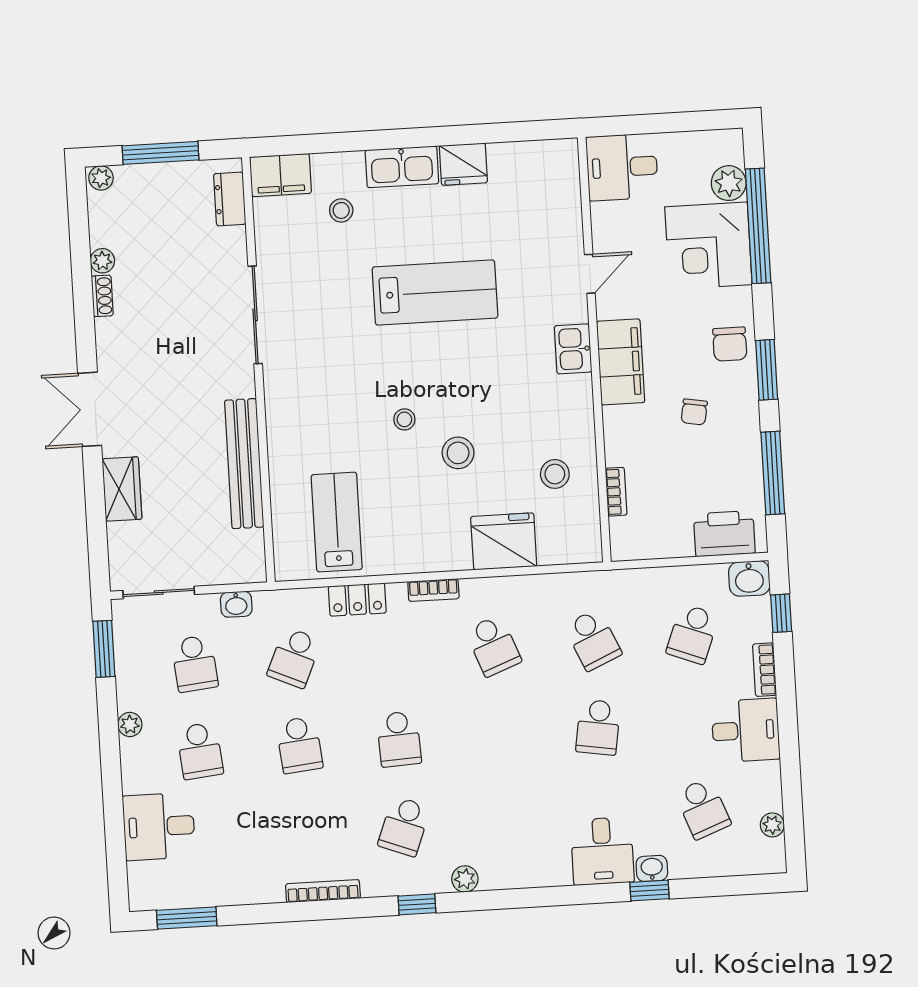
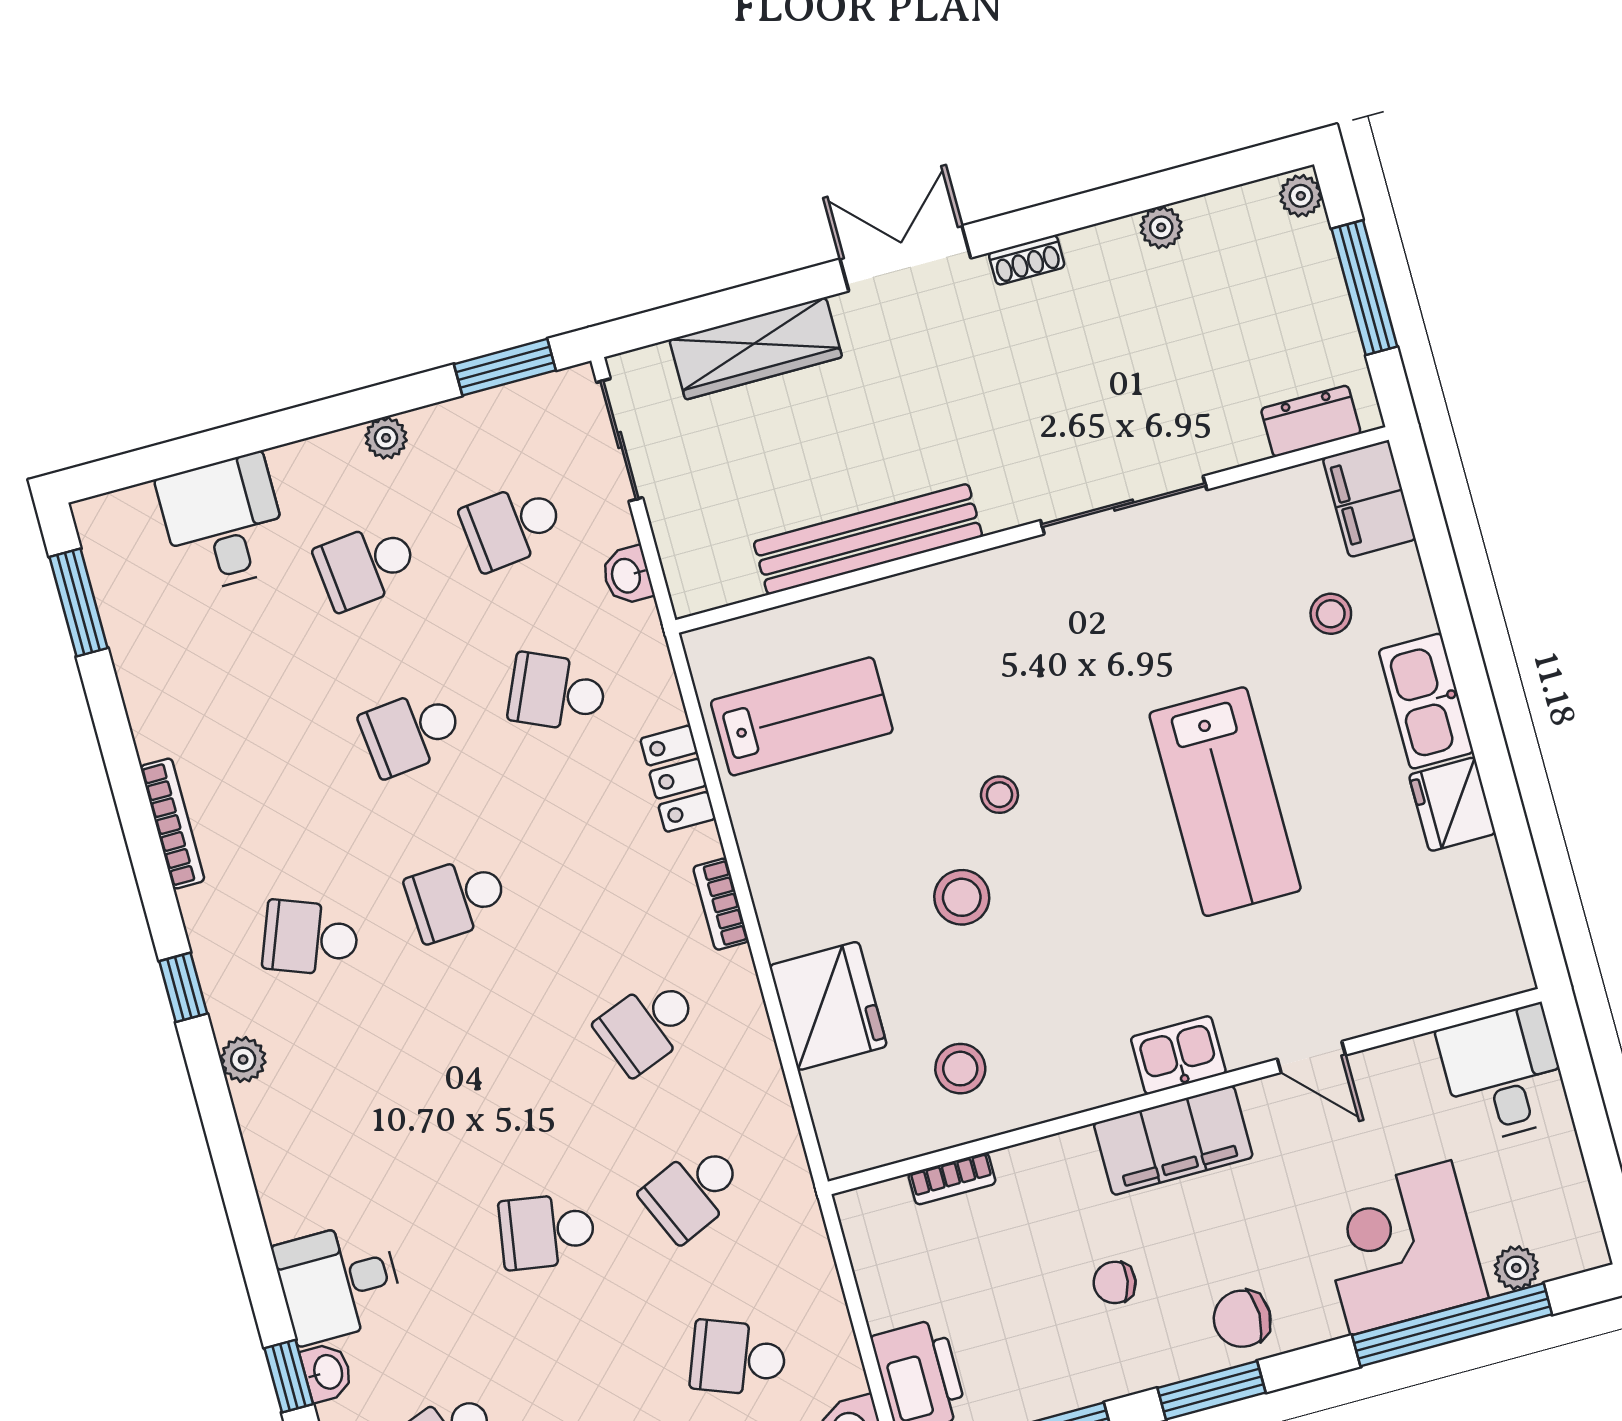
plant: (729, 183) -> (1516, 1268), width x0.73, depth x0.73
shoe rack: (102, 296) -> (1027, 260), moved
wardrobe: (122, 489) -> (756, 348), width x1.50

